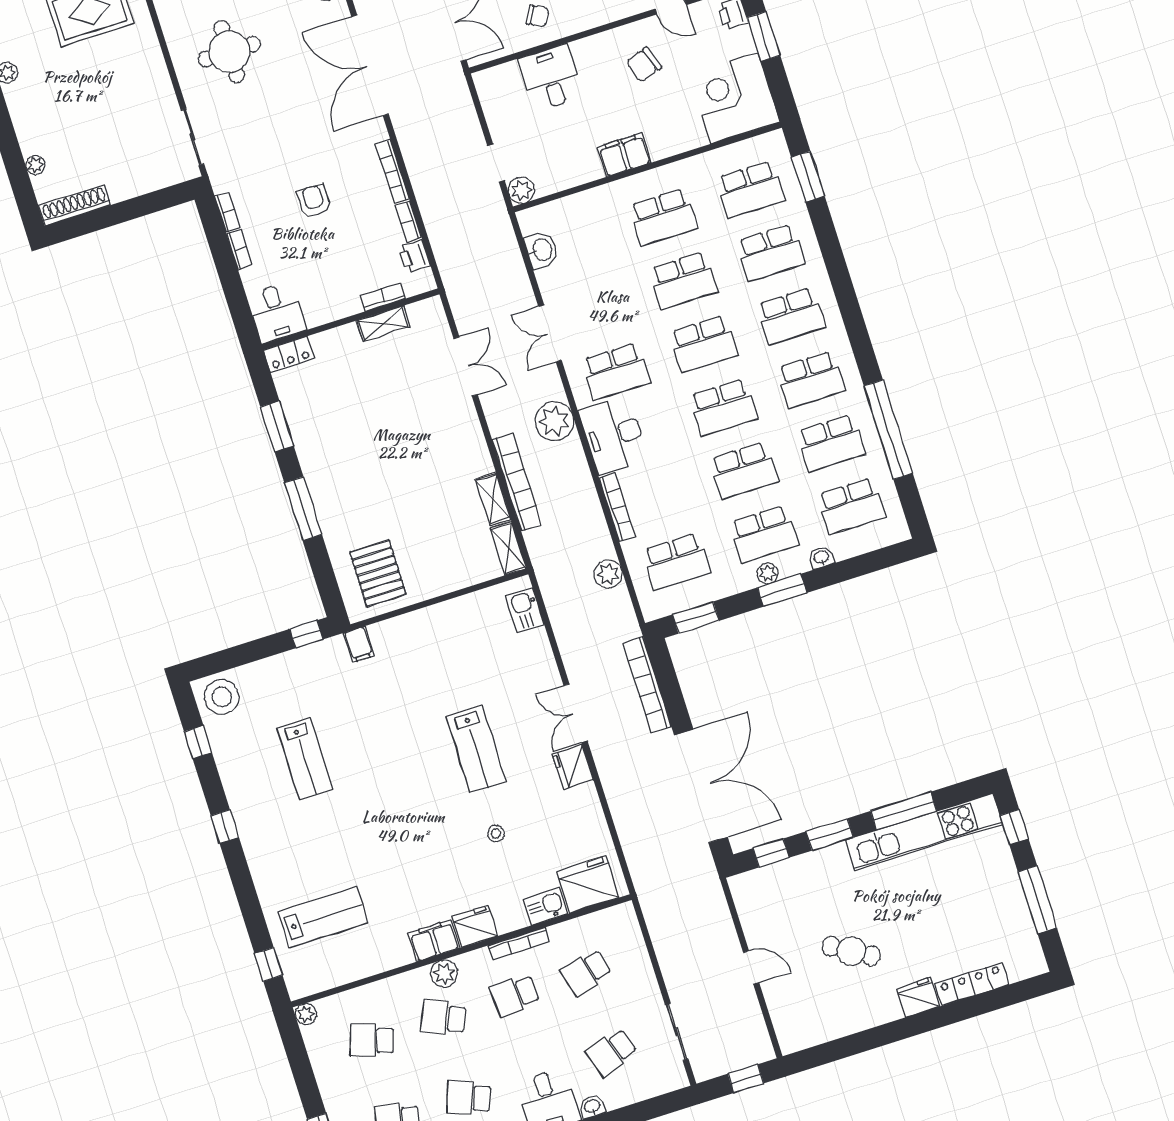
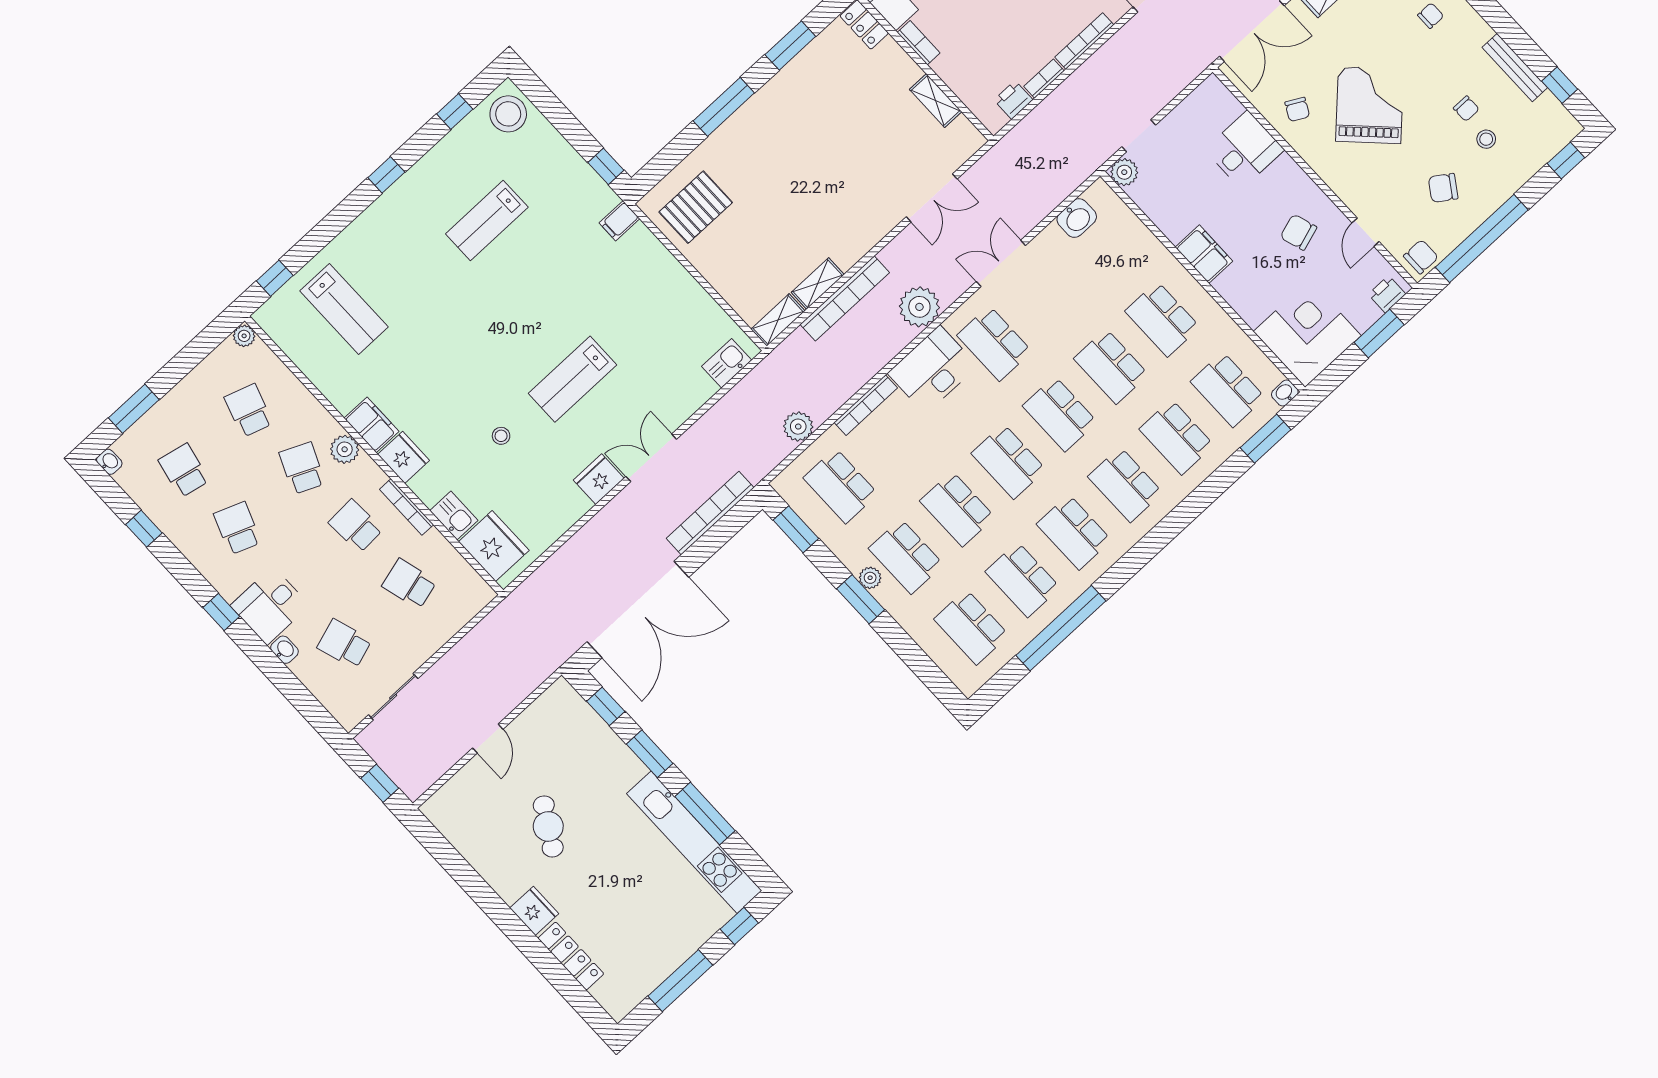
bookcase: (383, 297) -> (919, 43), moved
washbasin: (821, 557) -> (1285, 393), moved, turned -90

